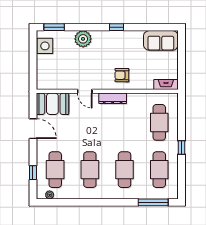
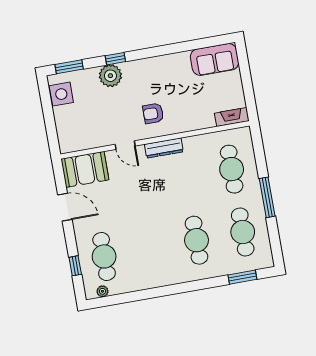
window: (117, 27) -> (115, 59), moved
armchair: (122, 75) -> (153, 113), moved
window: (181, 147) -> (267, 197), width x2.17
cafe table: (90, 170) -> (150, 248), removed
window: (153, 202) -> (242, 277), width x0.69

